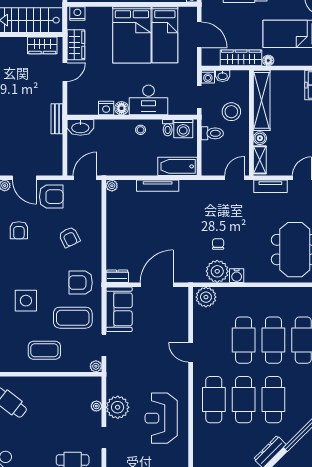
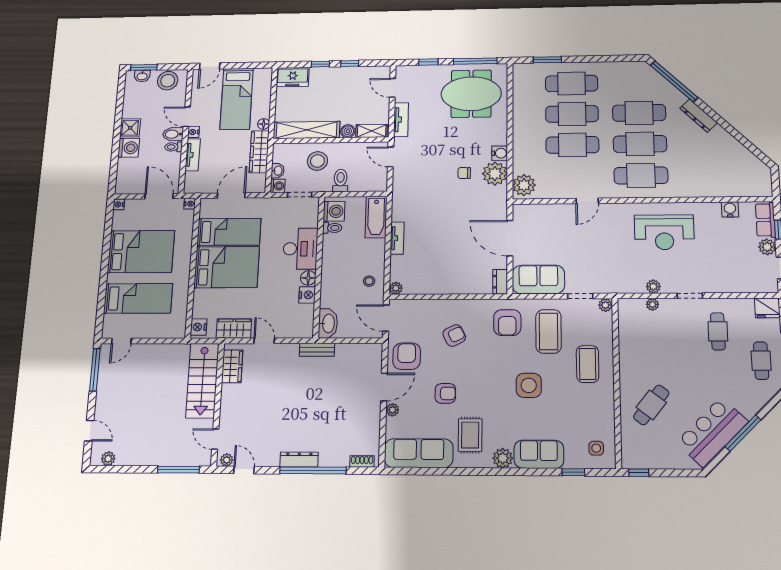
stool: (141, 130) -> (369, 281), moved
tv unit: (158, 186) -> (397, 238), width x0.71
plant: (118, 407) -> (653, 287), width x0.53, depth x0.53

